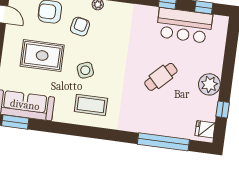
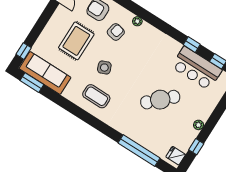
rug: (42, 56) -> (76, 41), turned 90
cafe table: (161, 77) -> (160, 100), width x1.37, depth x1.35
plant: (209, 84) -> (199, 125), width x0.53, depth x0.53

